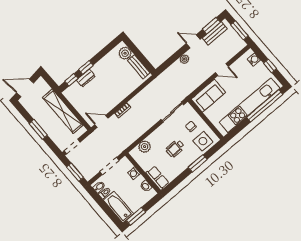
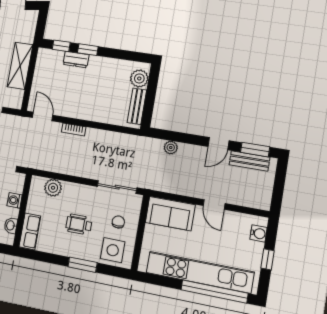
window: (239, 30) -> (279, 187), removed
door: (193, 41) -> (218, 144), swing flipped
plant: (184, 59) -> (171, 148), moved
shelving: (63, 111) -> (20, 66), width x0.68

